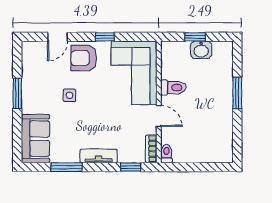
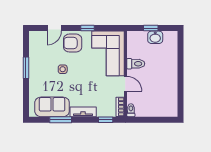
window: (237, 93) -> (181, 67), removed
sofa: (36, 139) -> (52, 107), moved, turned -90

